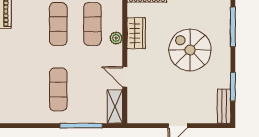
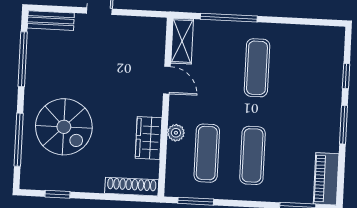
spiral stairs: (190, 50) -> (64, 127), moved
window: (233, 87) -> (23, 59), width x1.44
bench: (224, 106) -> (51, 21), moved, turned 90

